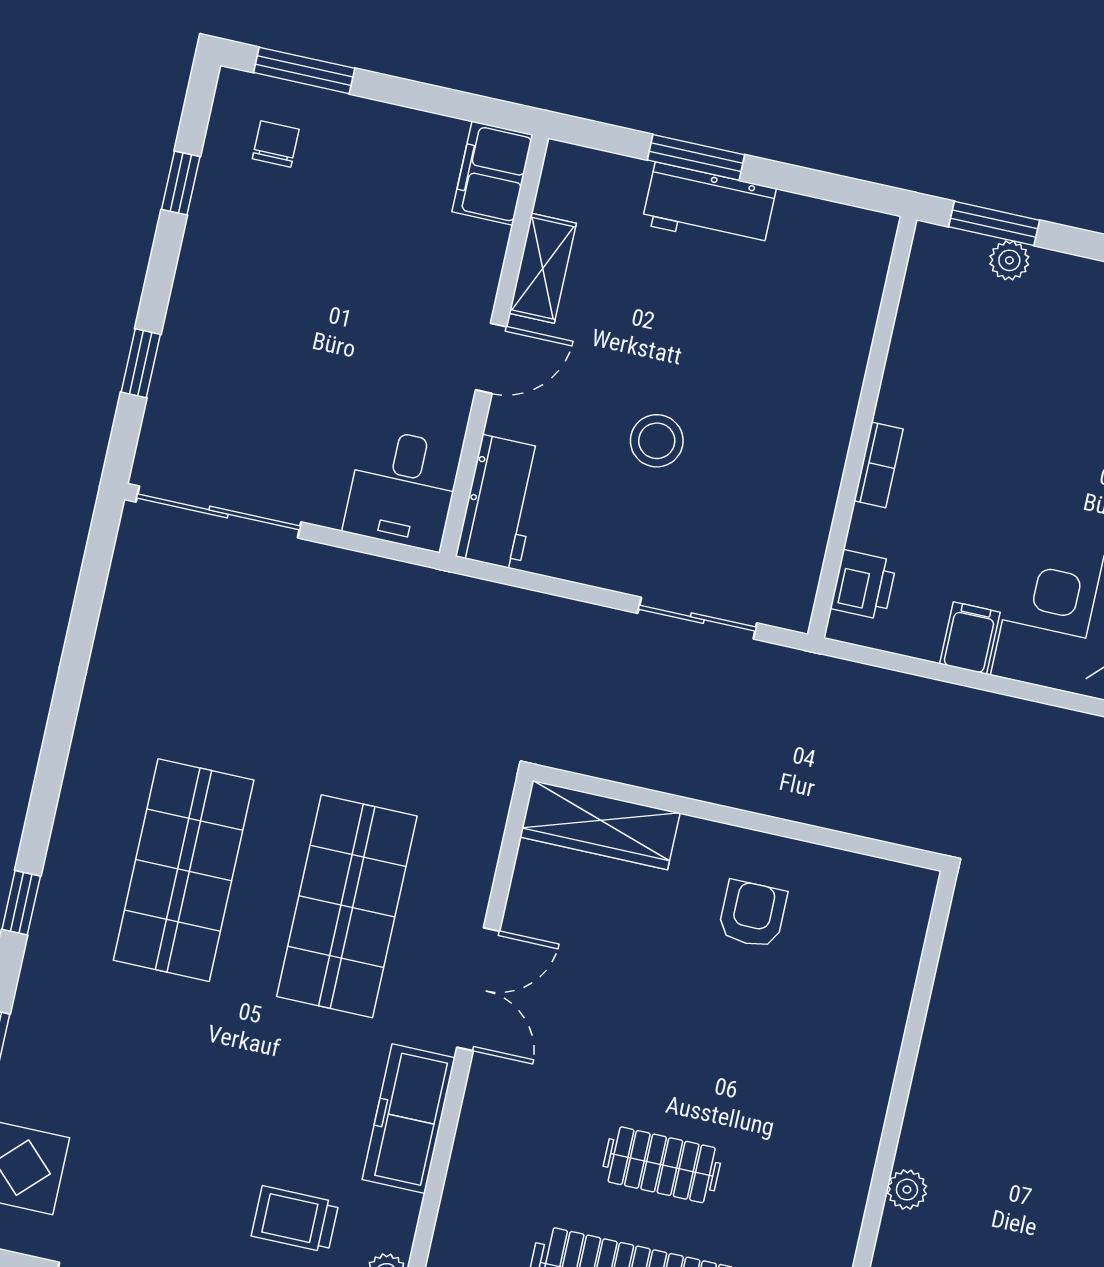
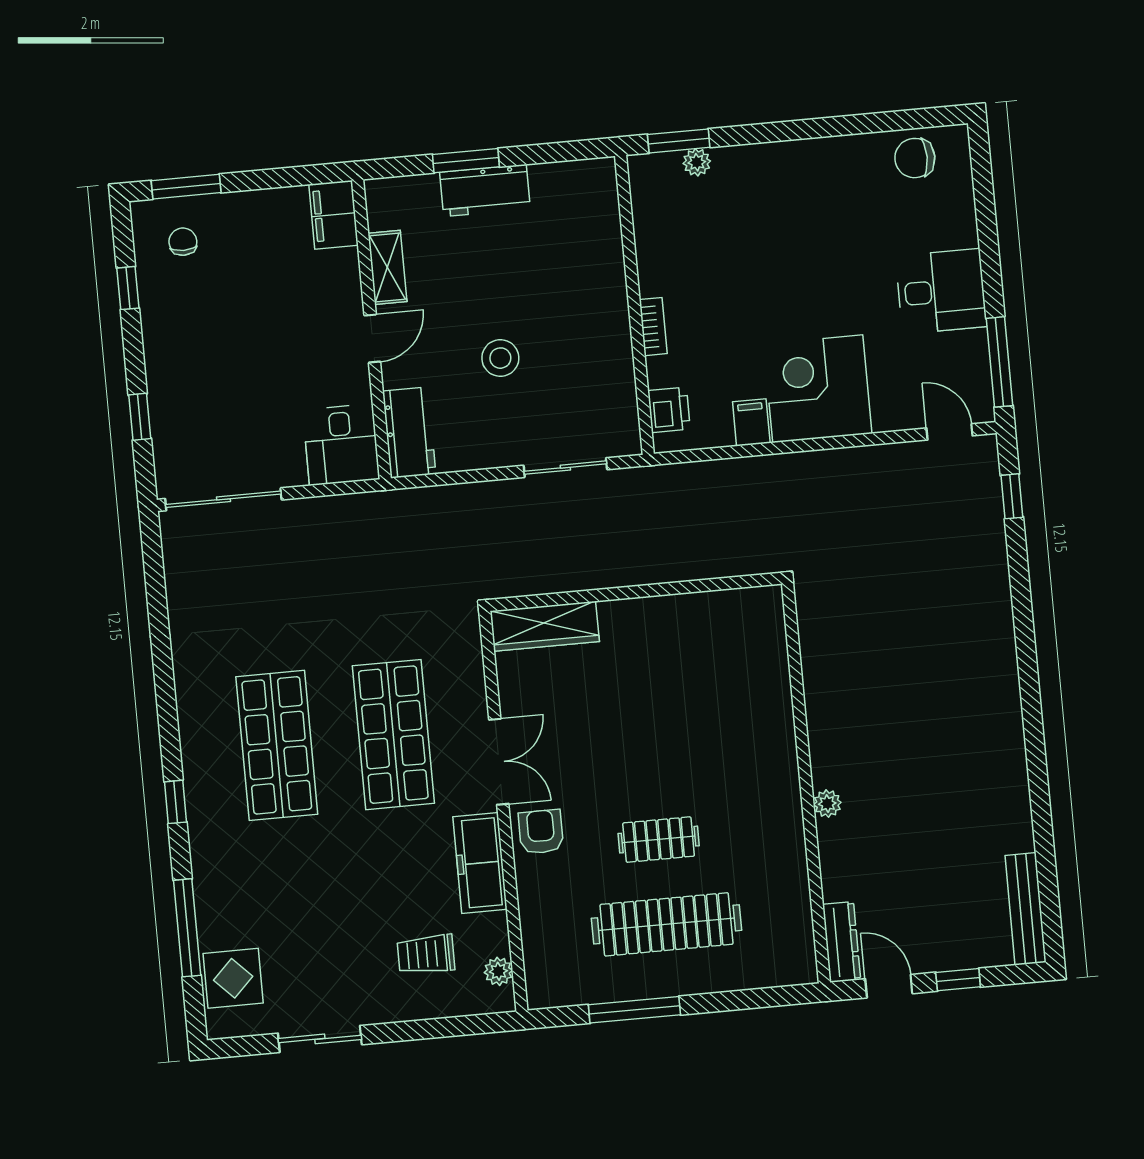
armchair: (752, 914) -> (541, 832), moved

